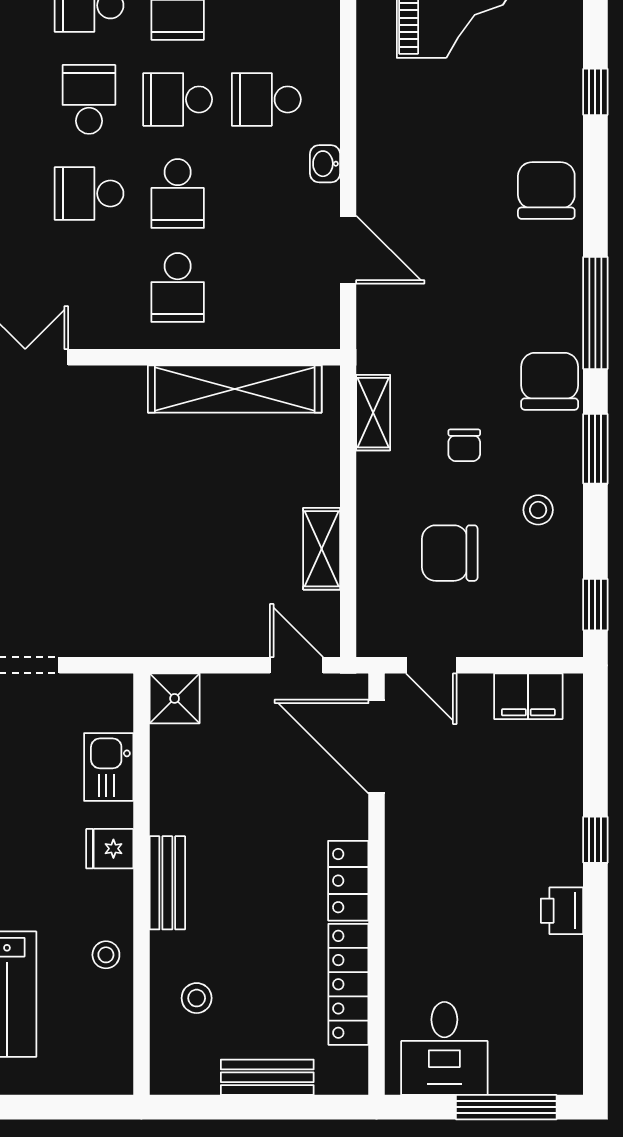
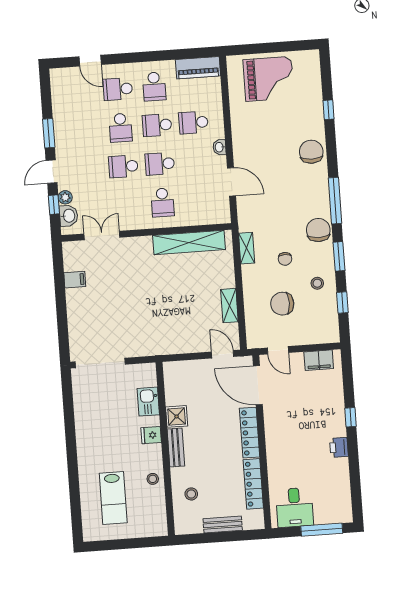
school desk: (89, 99) -> (121, 128), turned 180
school desk: (178, 193) -> (160, 164), turned 90
window: (595, 605) -> (342, 302), moved
shower: (175, 698) -> (177, 416), moved
locker: (348, 881) -> (250, 433), width x1.53

